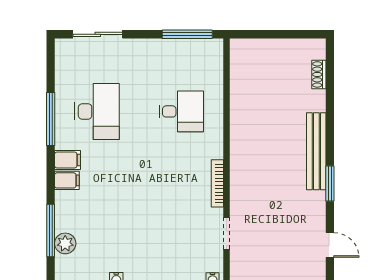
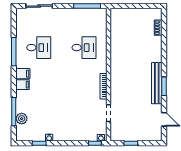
desk: (97, 111) -> (39, 48), width x0.73
bench: (316, 151) -> (157, 83), moved

